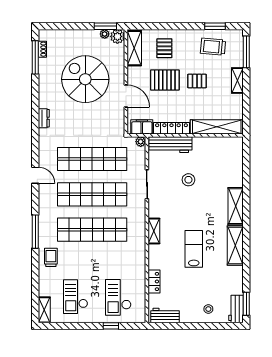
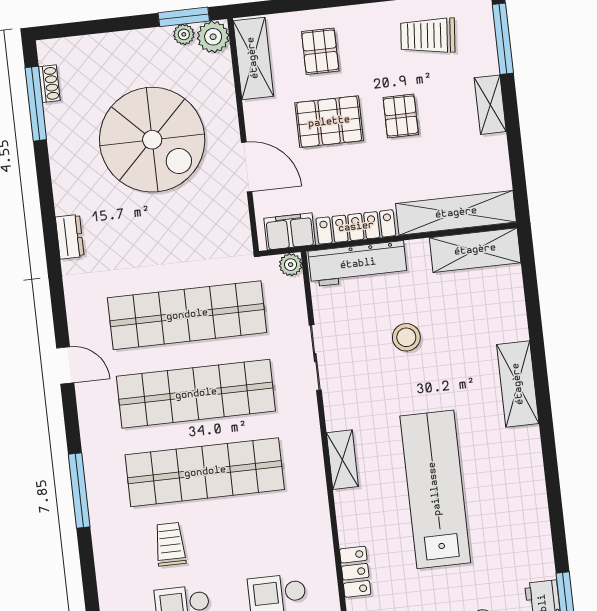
spiral stairs: (85, 79) -> (152, 140), turned 180
pallet: (197, 81) -> (401, 116), turned 90
shelving: (235, 246) -> (475, 250), moved, turned 90
lab bench: (194, 249) -> (435, 489), width x1.86, depth x1.39
trolley: (51, 257) -> (170, 544), moved

